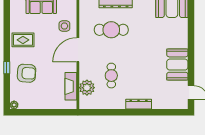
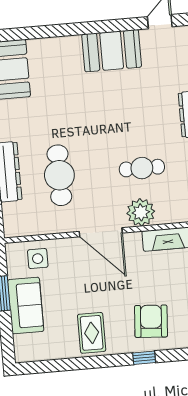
side table: (64, 26) -> (38, 259), moved
plant: (87, 88) -> (141, 212), moved

